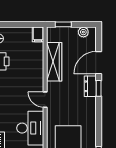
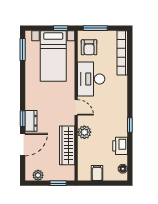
filing cabinet: (38, 34) -> (97, 173), moved
plant: (37, 75) -> (84, 132), added

